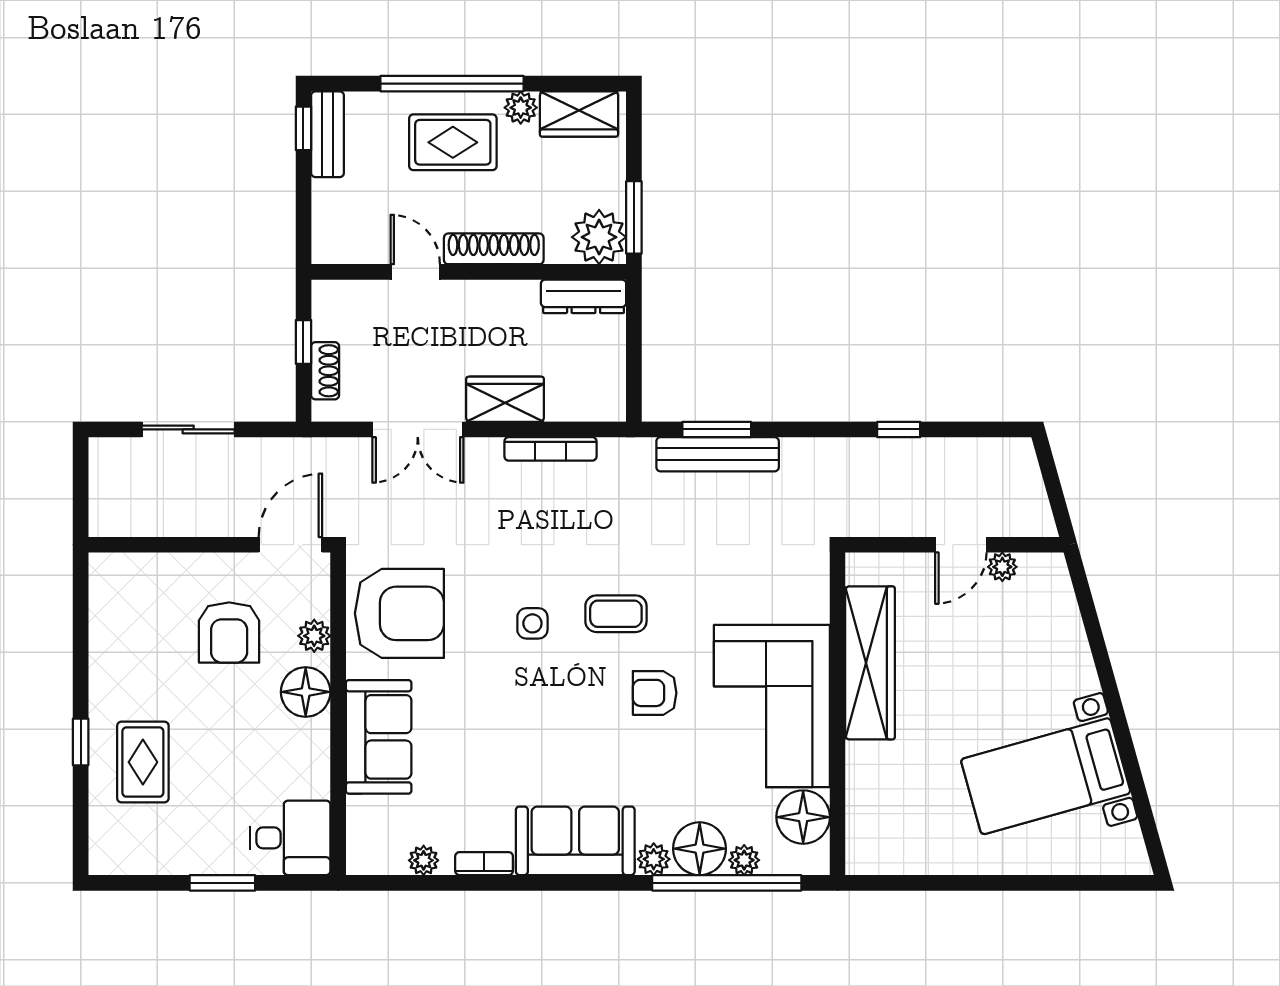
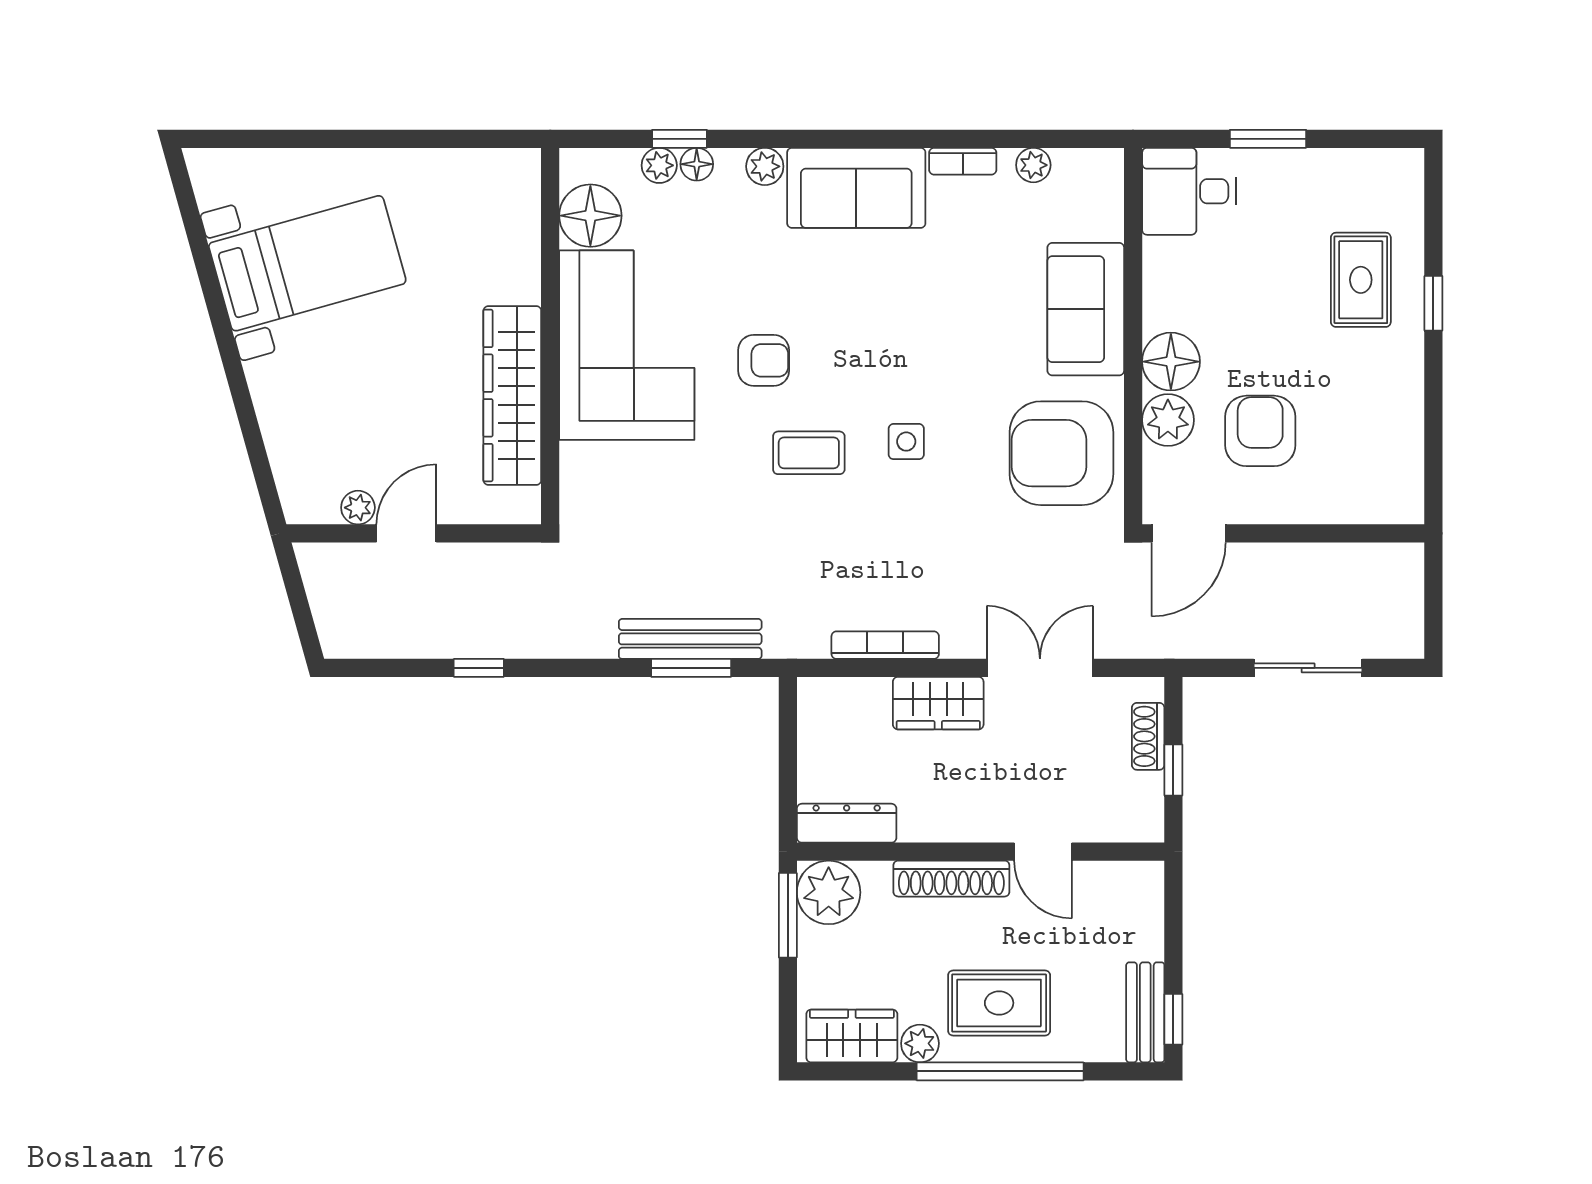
plant: (314, 636) -> (1168, 420), width x1.38, depth x1.38
floor lamp: (700, 849) -> (697, 164), width x0.53, depth x0.53
window: (727, 883) -> (680, 139), width x0.32

